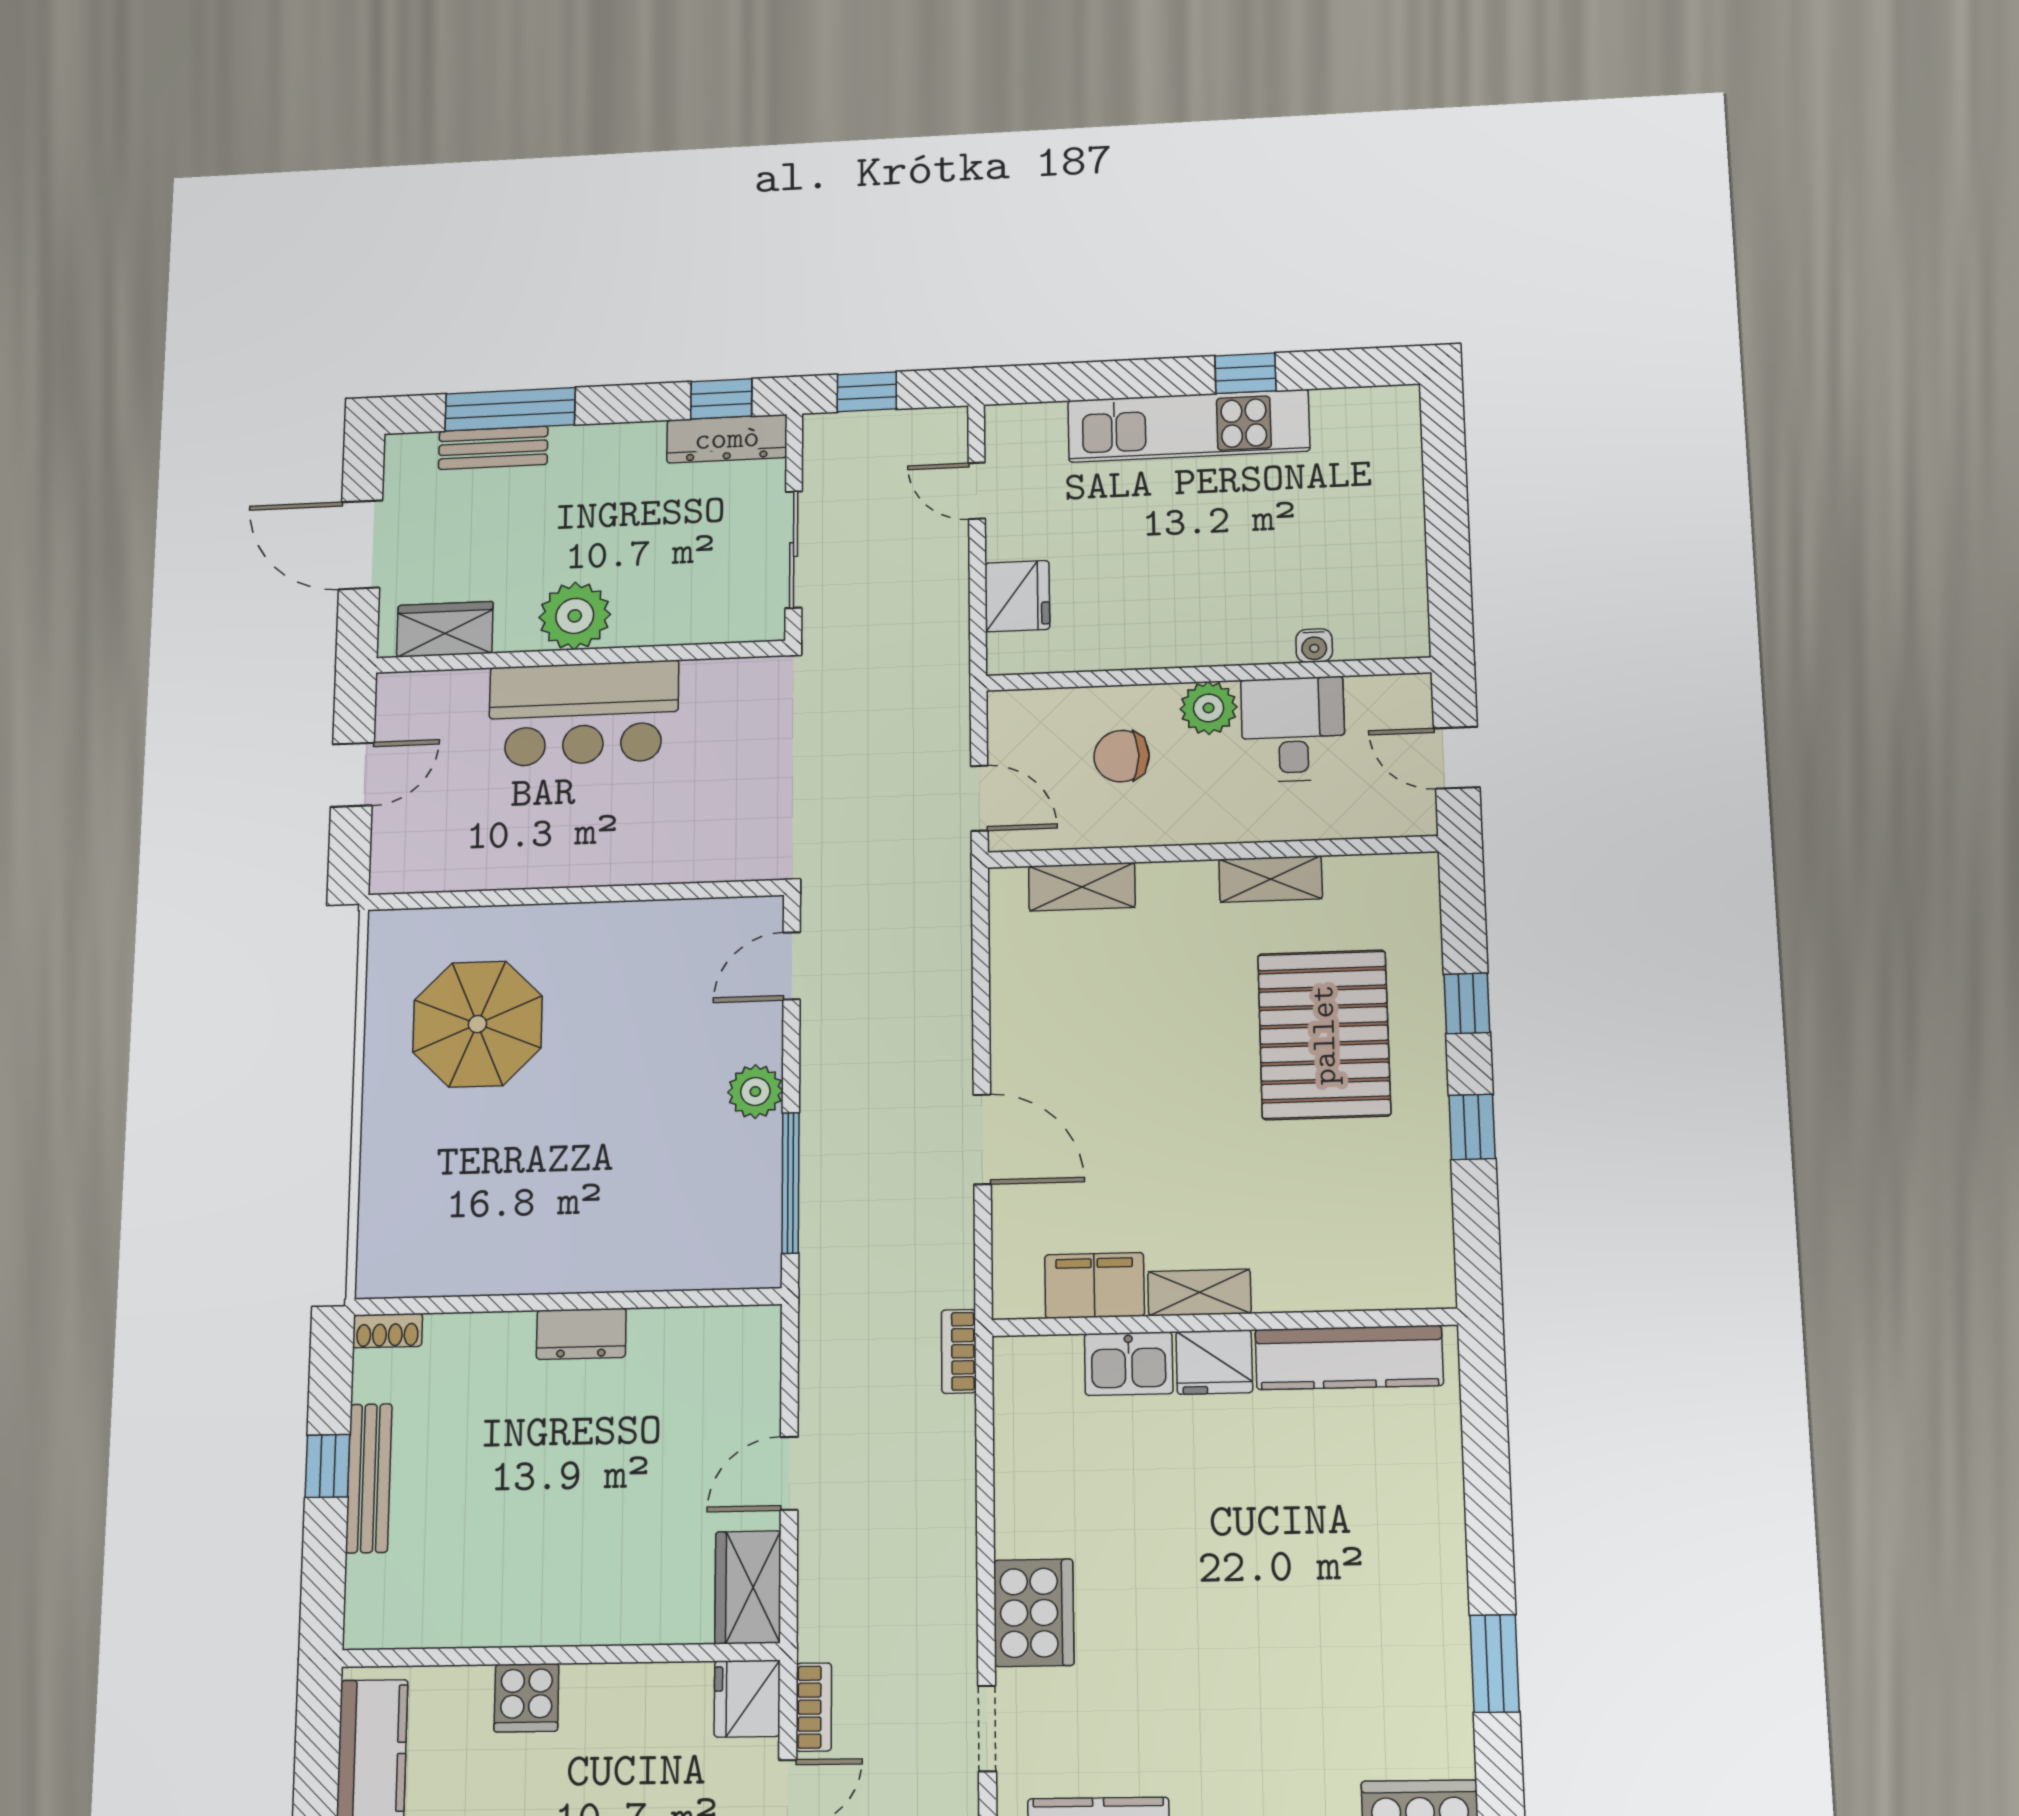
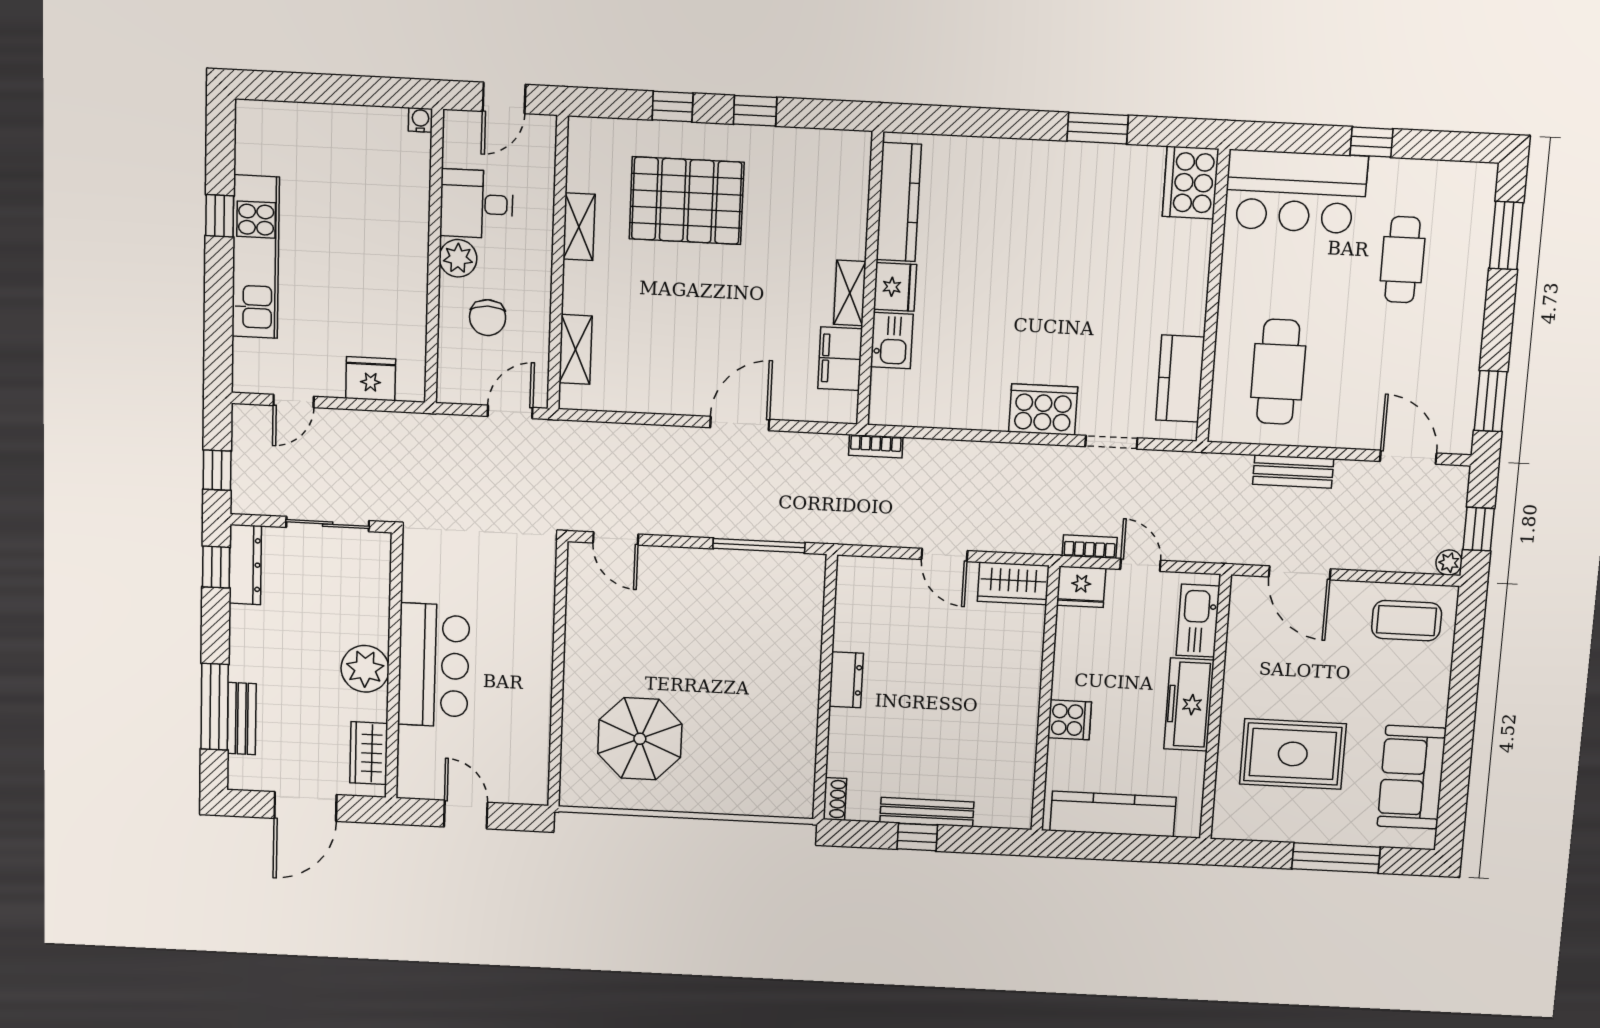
water cooler: (1314, 646) -> (420, 120), moved, turned -90
plant: (755, 1091) -> (697, 565), removed

